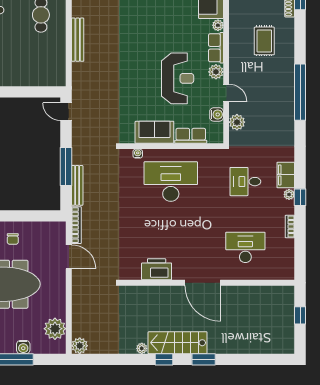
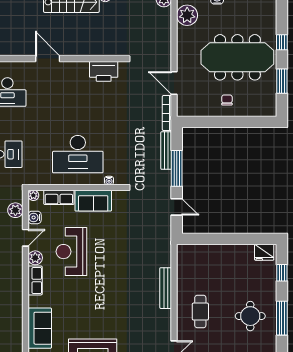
plant: (218, 25) -> (33, 195), moved
door: (226, 93) -> (26, 238), swing flipped
door: (66, 112) -> (177, 207), moved
printer: (157, 269) -> (104, 71), moved
door: (203, 283) -> (48, 59), width x0.73

